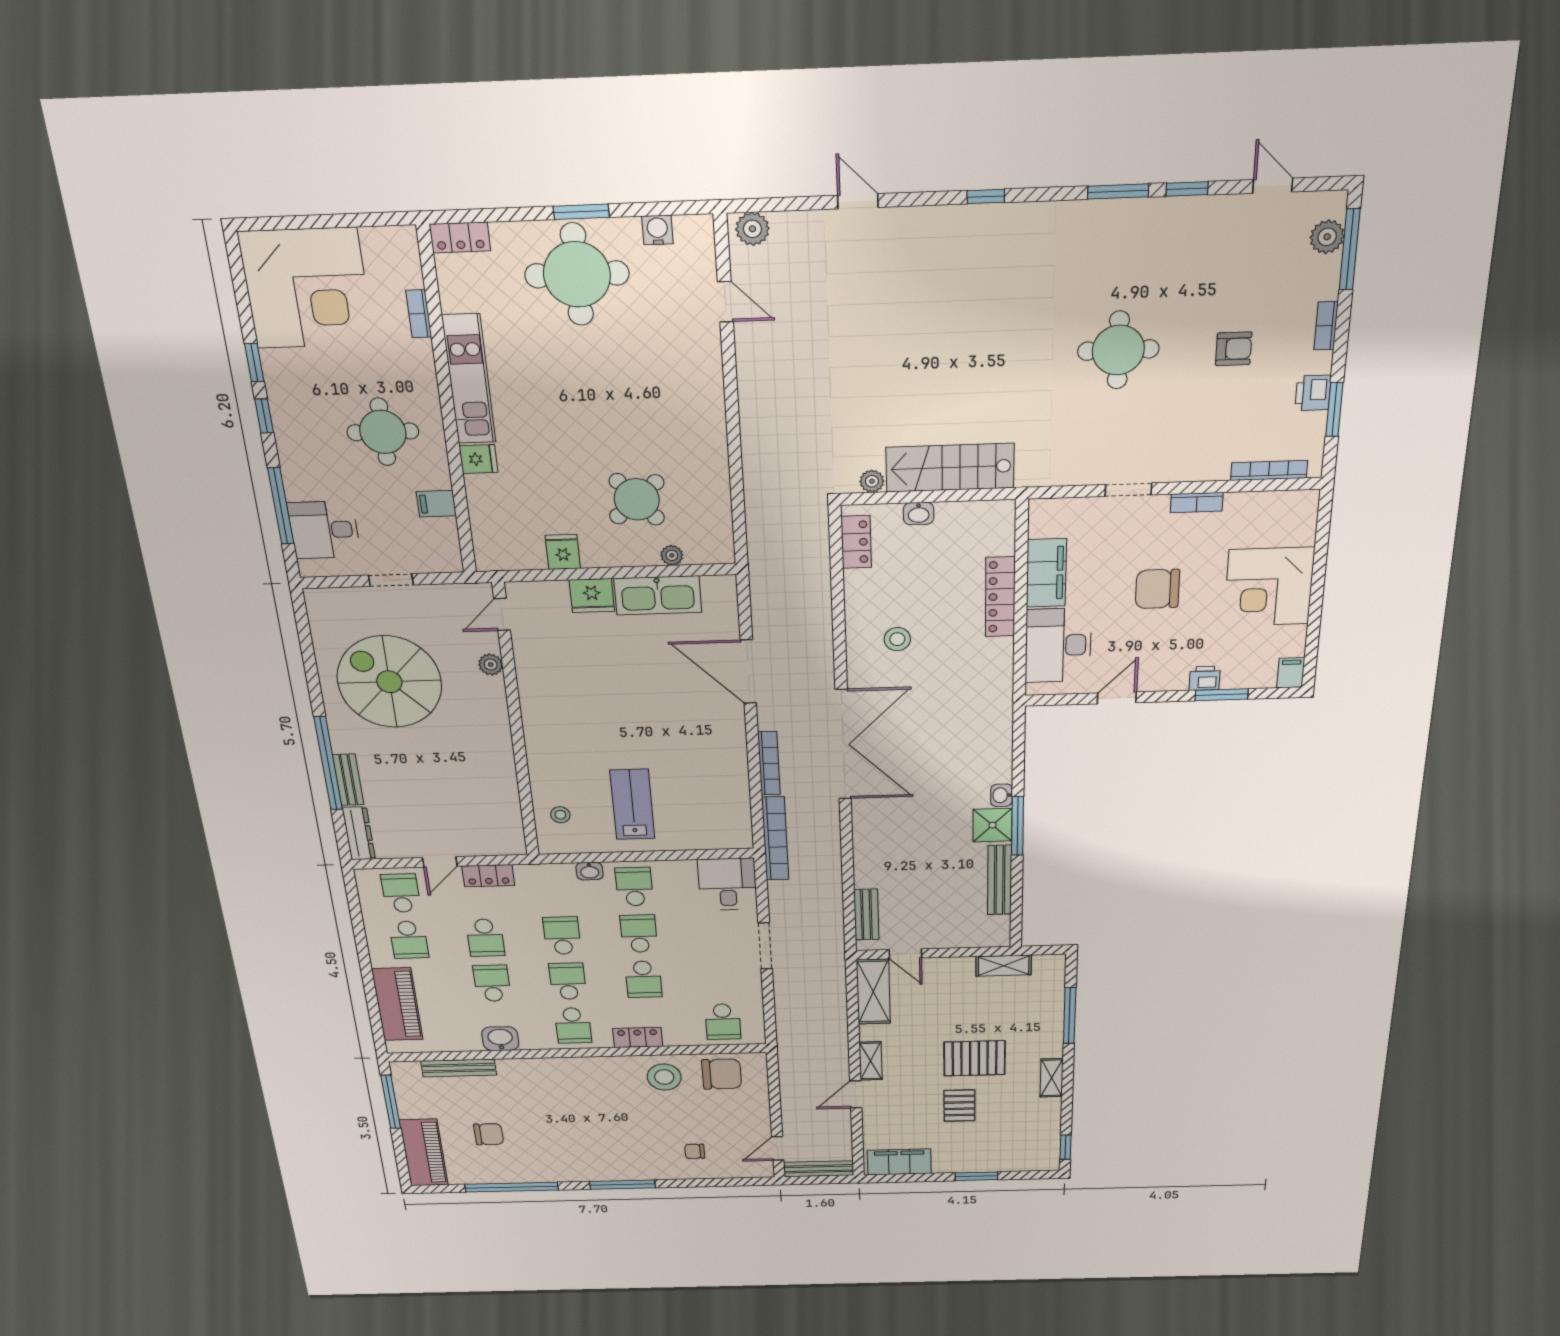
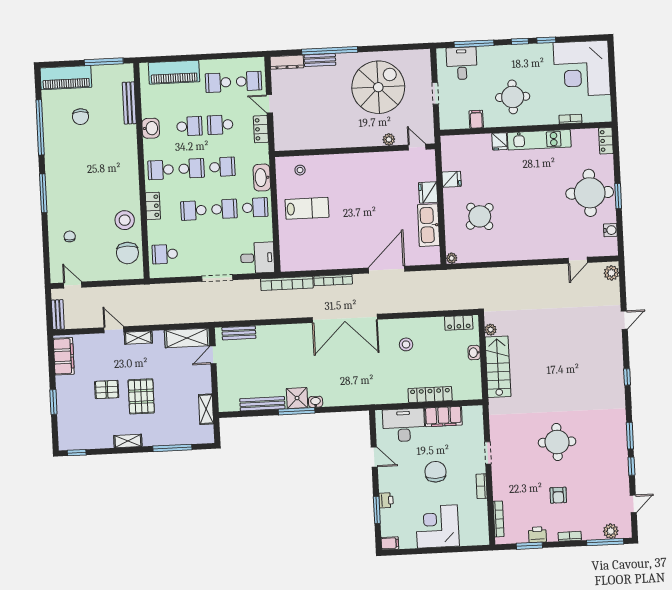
plant: (672, 555) -> (452, 258), moved
washbasin: (590, 871) -> (262, 178), width x1.91, depth x1.45
bench: (819, 1169) -> (58, 315), width x0.73

